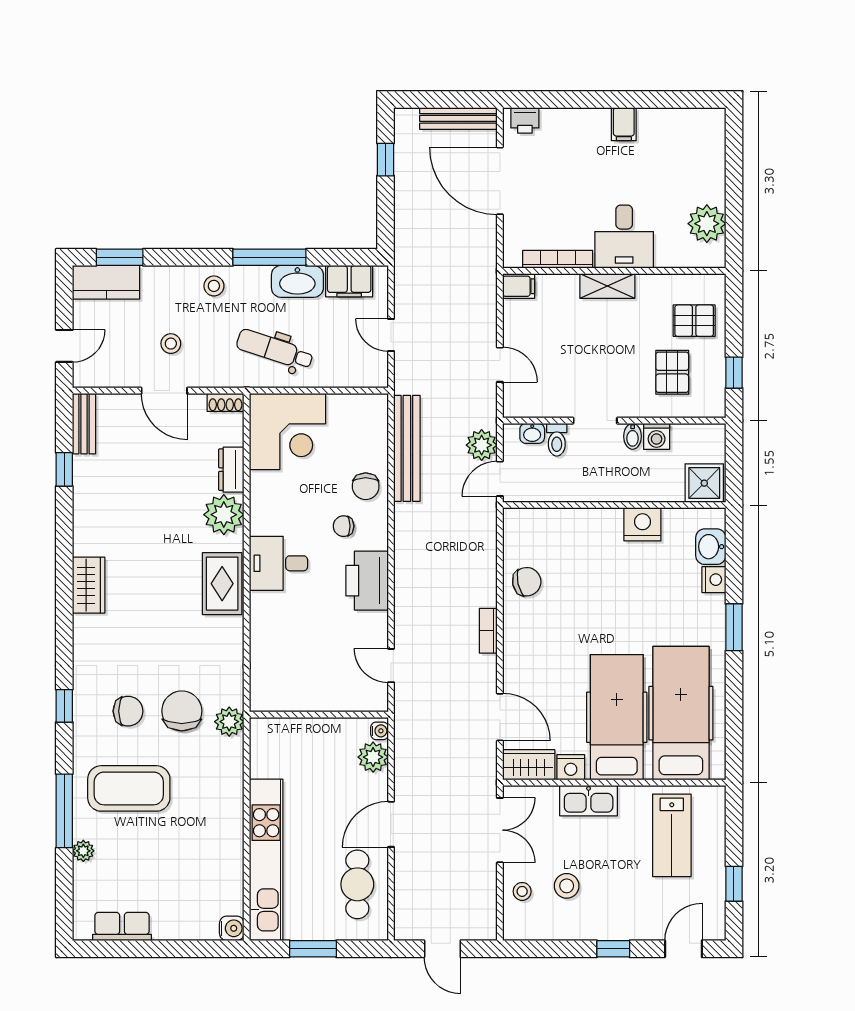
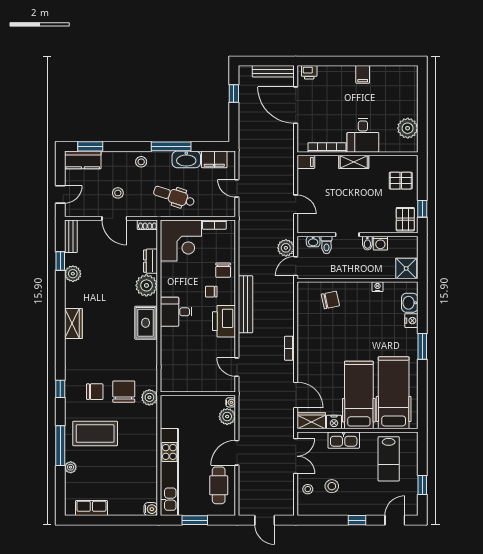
pallet: (672, 372) -> (405, 219), moved
bookcase: (350, 402) -> (214, 225), added
bench: (407, 448) -> (245, 304), moved
plant: (88, 493) -> (73, 274), added
nightstand: (642, 524) -> (378, 287), width x0.53, depth x0.56
chair: (527, 582) -> (330, 300), moved

